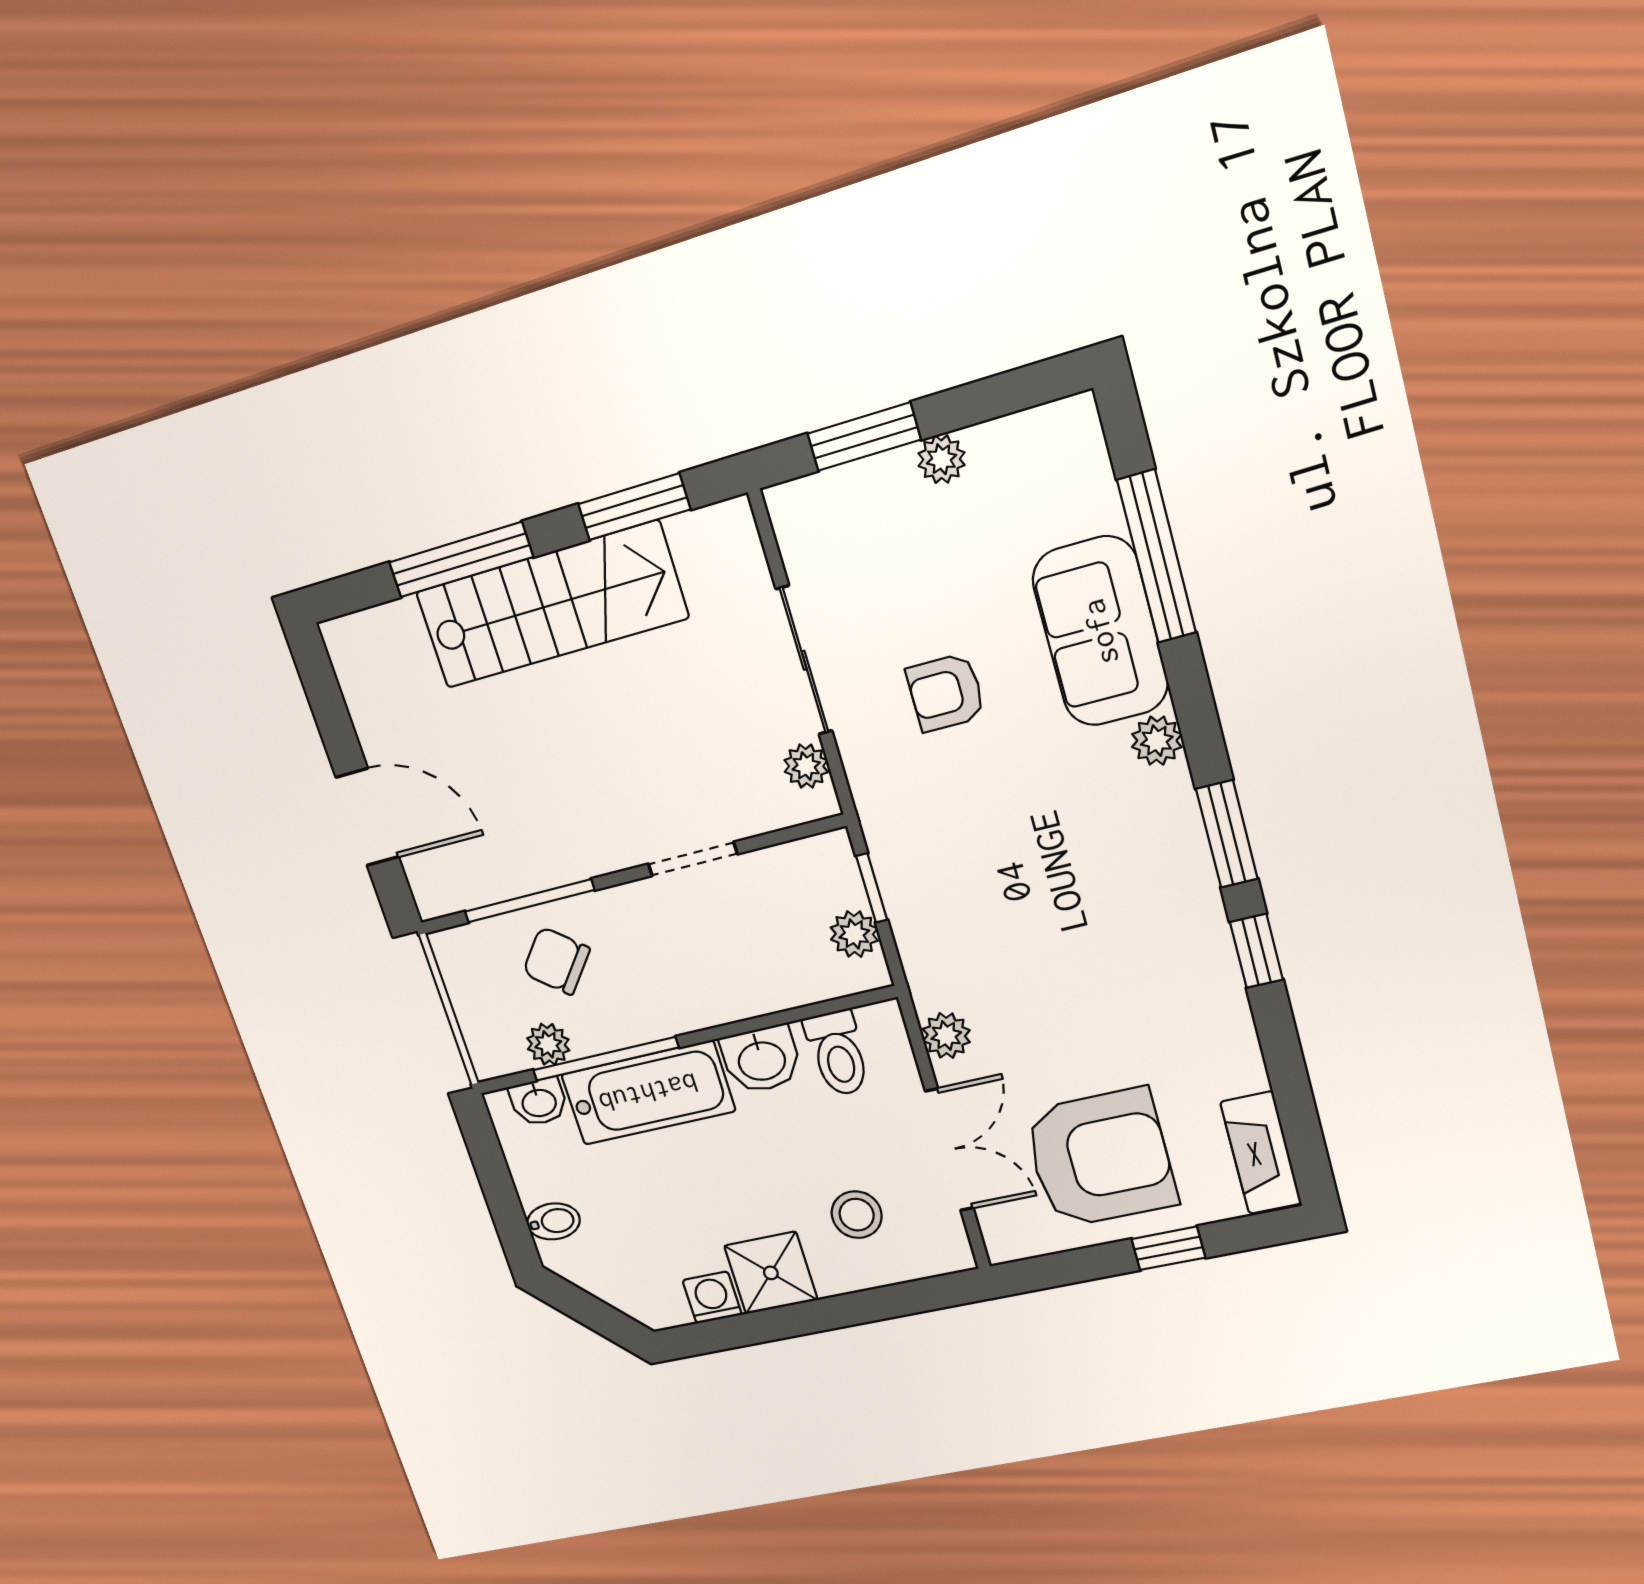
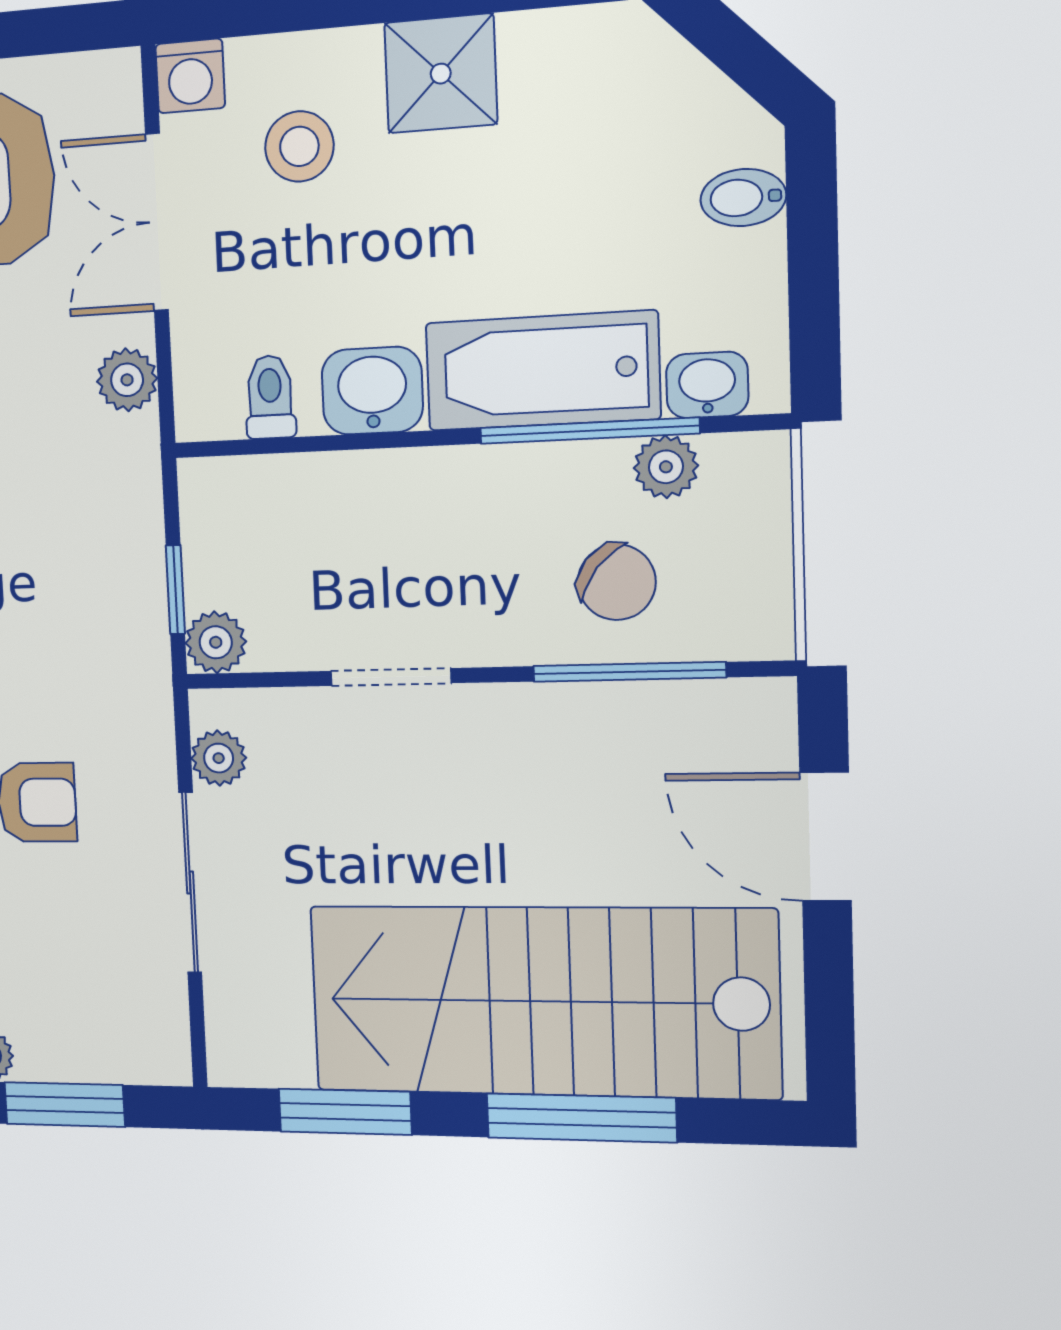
stairs: (551, 605) -> (542, 1001), width x1.36, depth x1.51
plant: (854, 934) -> (216, 642), moved
toilet: (838, 1053) -> (270, 397), width x0.73, depth x0.72
washing machine: (712, 1297) -> (190, 76), moved

